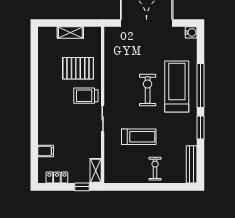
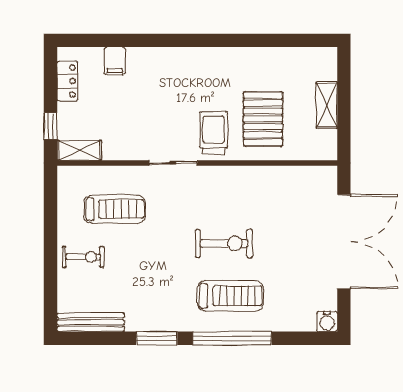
treadmill: (177, 87) -> (230, 296), width x0.73, depth x0.73
treadmill: (139, 137) -> (115, 209), moved, turned -90

